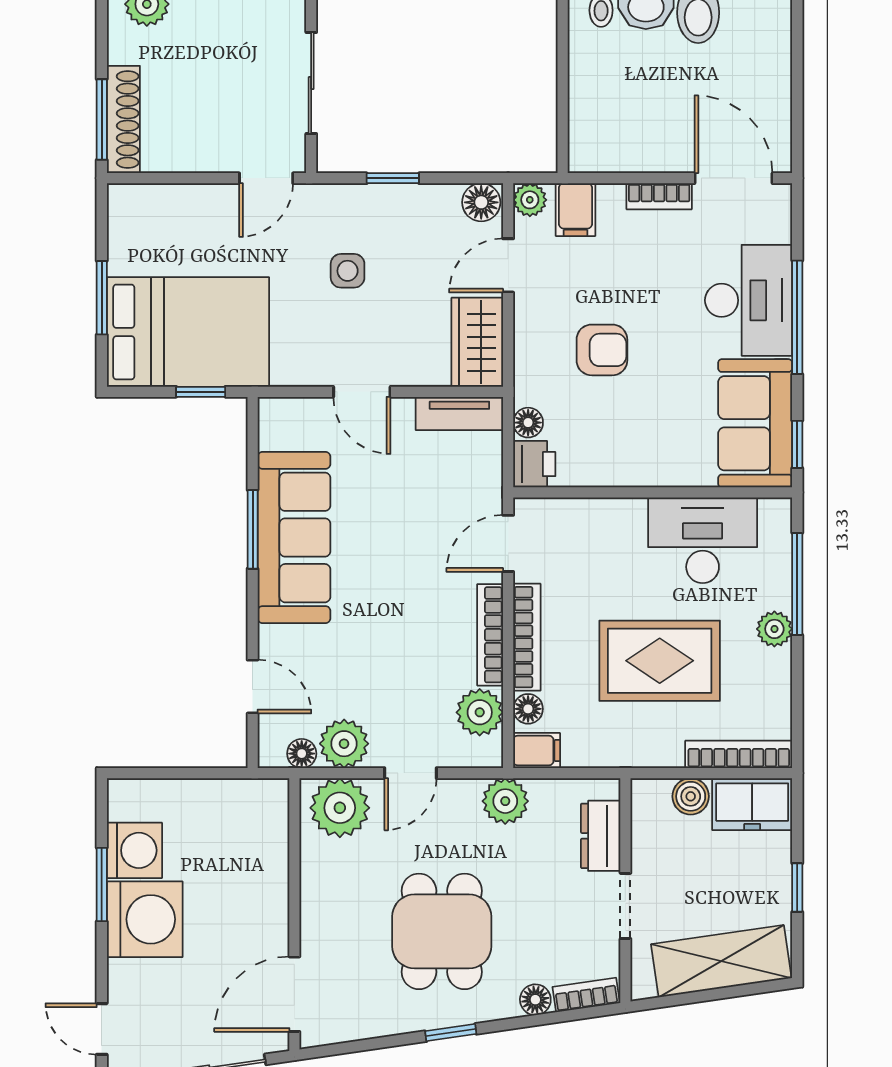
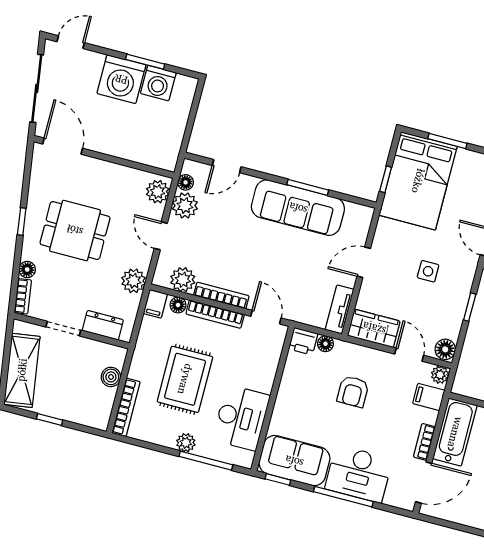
bathtub: (627, 145) -> (455, 432), added
freezer: (752, 804) -> (99, 408), removed
plant: (340, 808) -> (158, 192), width x0.73, depth x0.73

